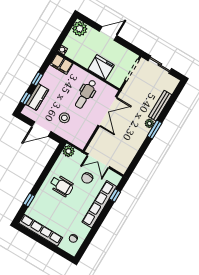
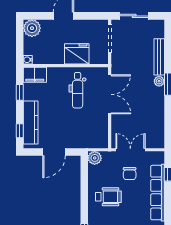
window: (37, 79) -> (20, 92), moved
kitchen counter: (37, 97) -> (31, 122), width x1.50
stool: (64, 118) -> (70, 127), removed
double door: (98, 161) -> (130, 150), swing flipped

